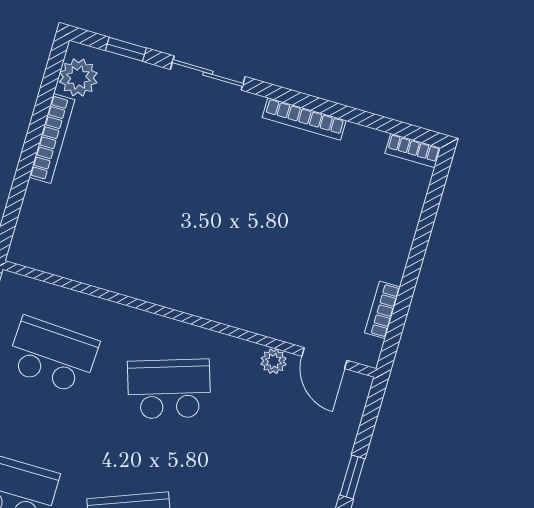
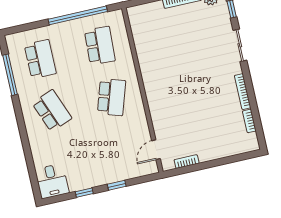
bookcase: (413, 151) -> (249, 121), moved
plant: (274, 361) -> (144, 131), removed
school desk: (169, 389) -> (112, 97), turned 36

